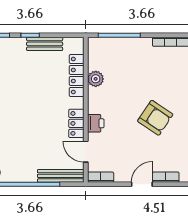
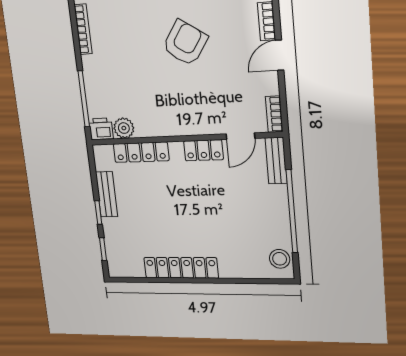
plant: (96, 79) -> (124, 128), moved
printer: (96, 123) -> (101, 129), moved
bench: (61, 176) -> (276, 161), width x0.73
door: (142, 184) -> (280, 55), hinge flipped

